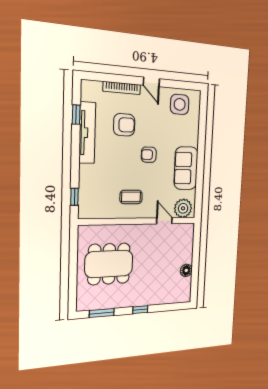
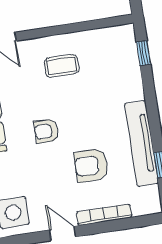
armchair: (149, 155) -> (46, 131), turned 180

